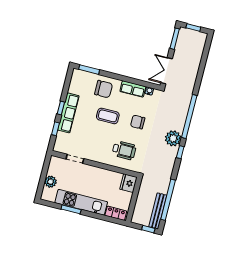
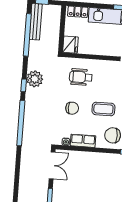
plant: (173, 138) -> (35, 79), moved

